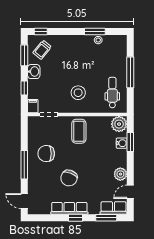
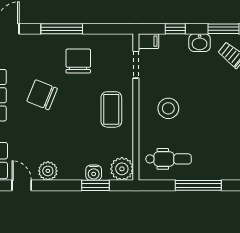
coffee table: (79, 131) -> (111, 109), turned 90

